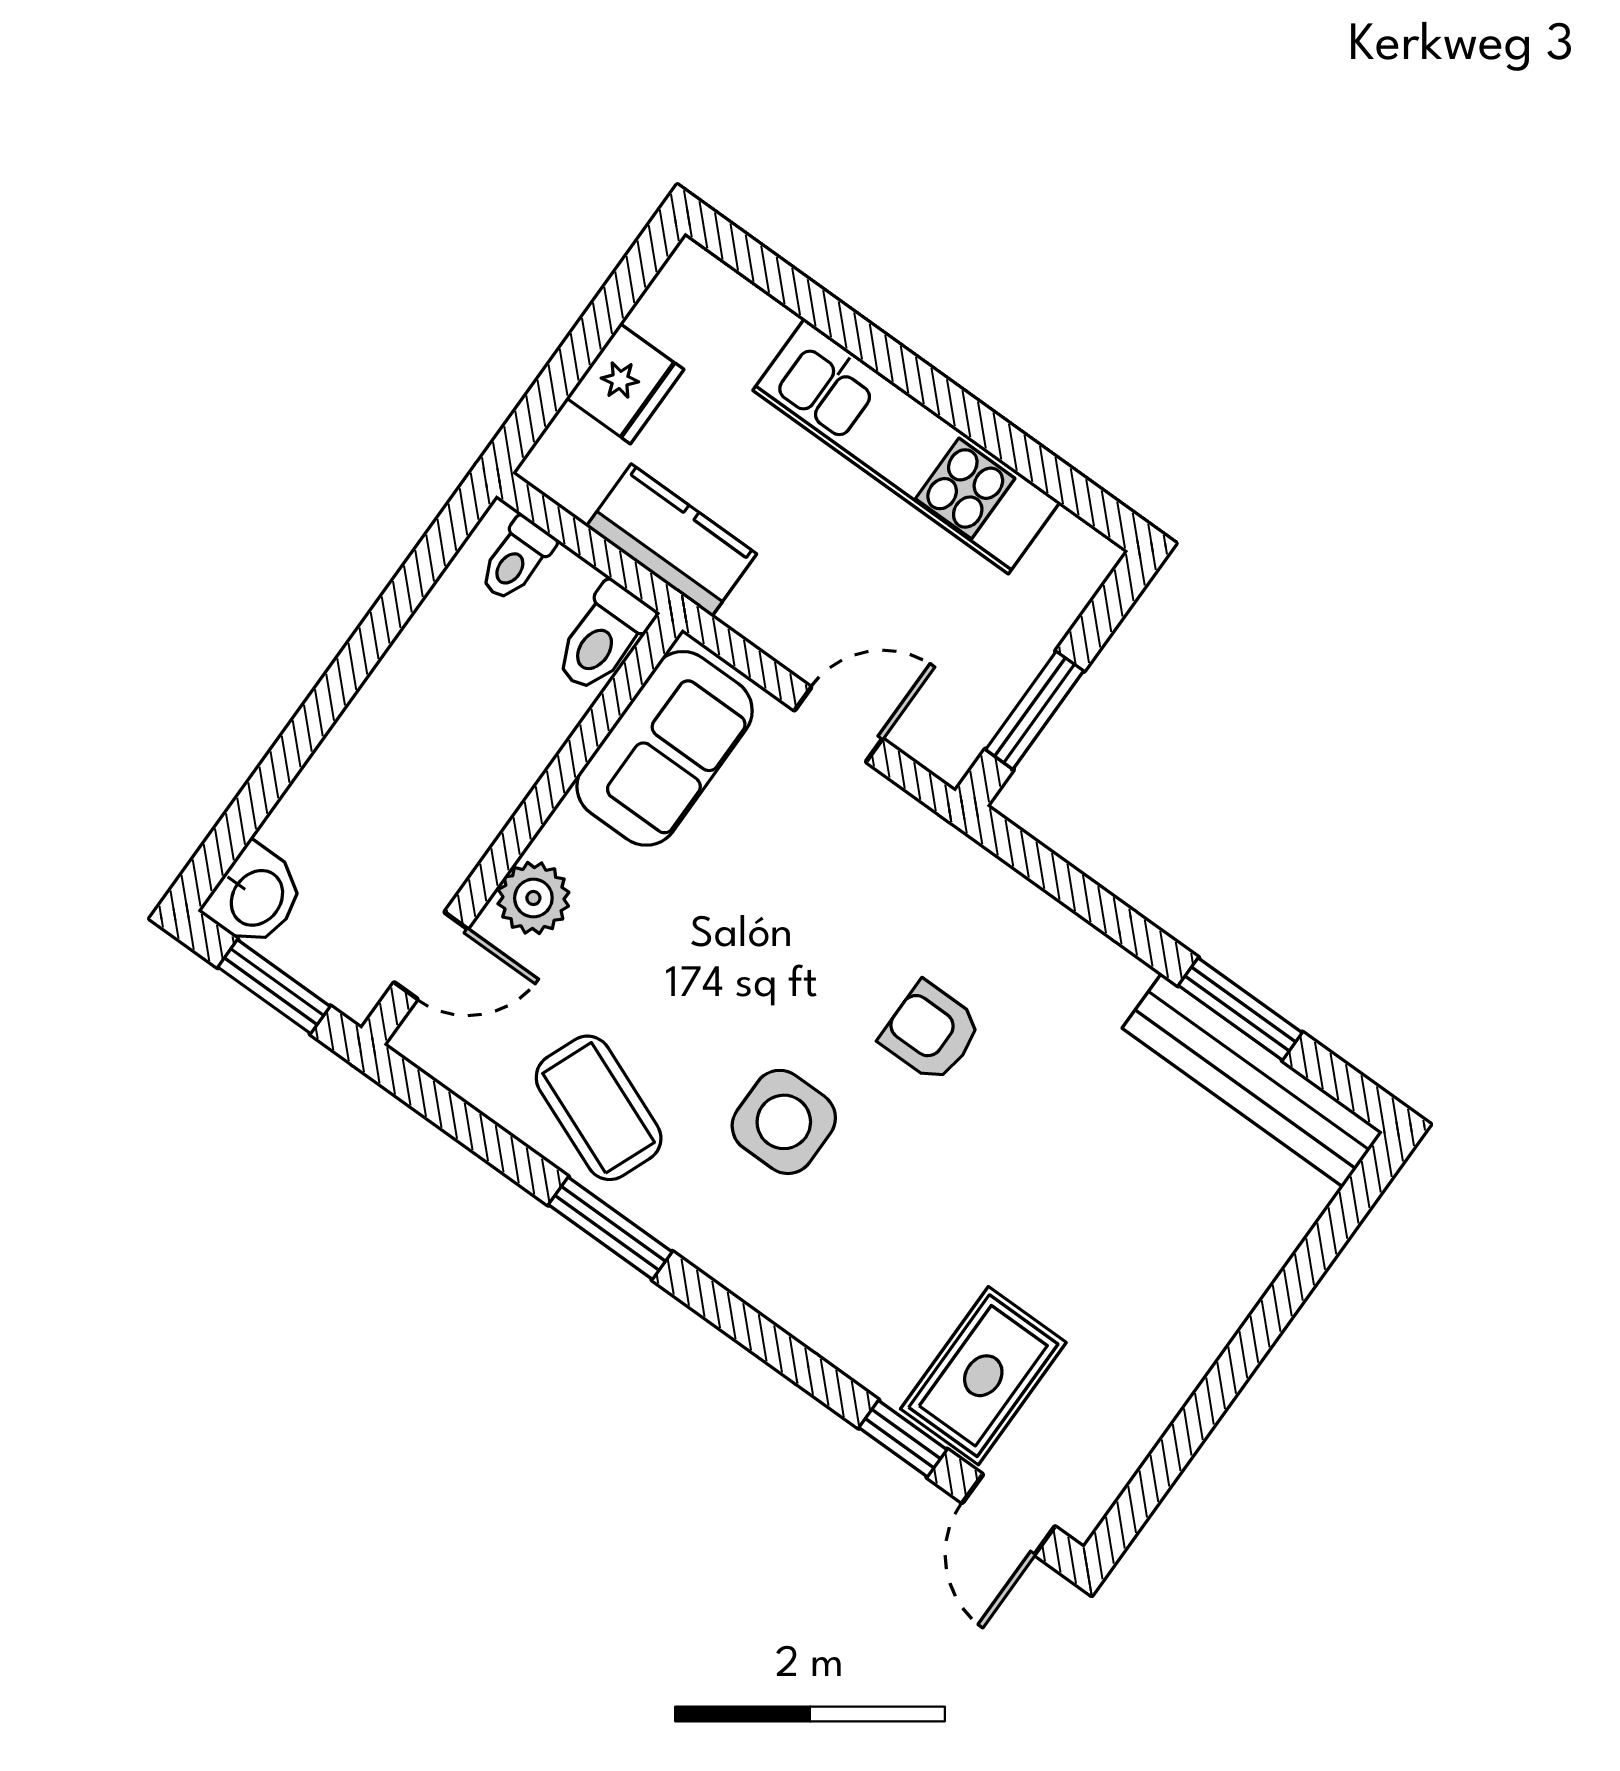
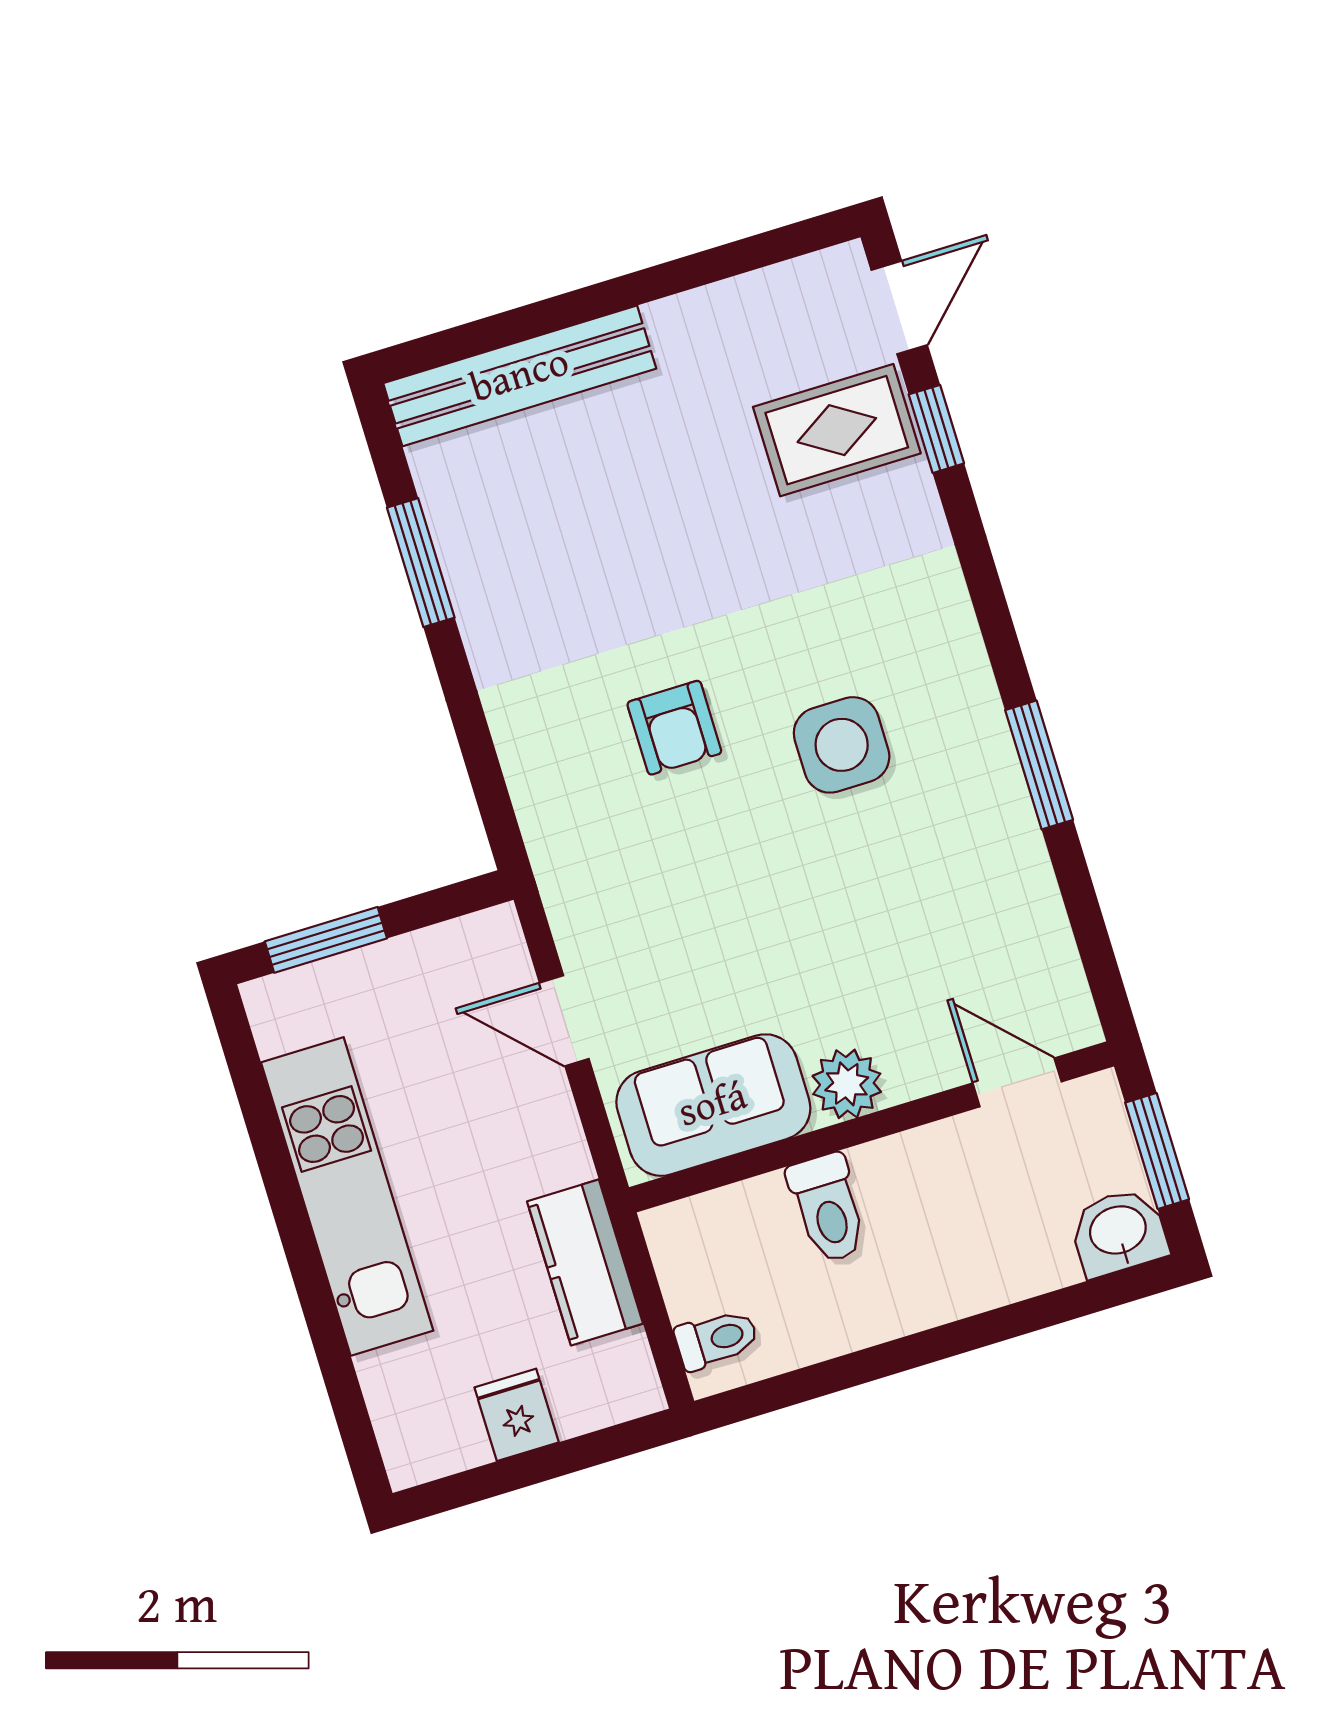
fridge: (625, 384) -> (517, 1415), width x0.72
toilet: (603, 637) -> (828, 1208), moved, turned 90
window: (1035, 710) -> (326, 940), moved
plant: (533, 898) -> (847, 1084), moved
bench: (1252, 1080) -> (520, 376), moved, turned 90
coffee table: (599, 1108) -> (977, 865), removed

